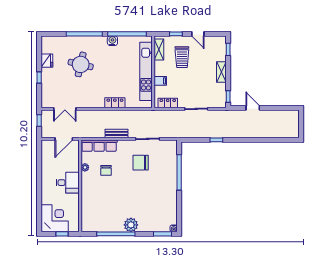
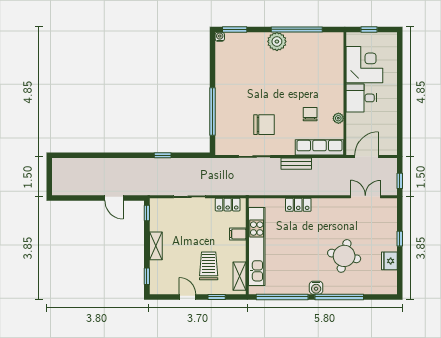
water cooler: (112, 41) -> (316, 288), moved
corner desk: (55, 218) -> (364, 65), moved, turned 180

